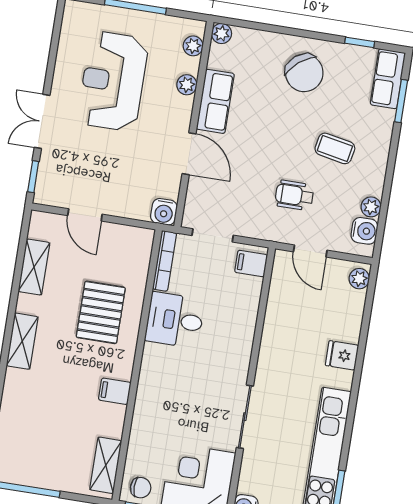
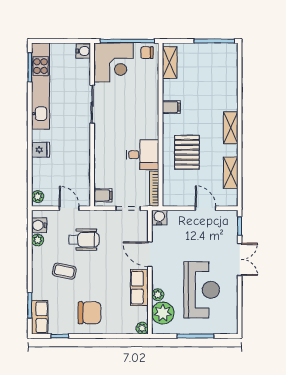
plant: (193, 46) -> (163, 313), width x1.88, depth x1.88
chair: (304, 73) -> (90, 313), turned 129
wheelchair: (294, 195) -> (84, 240), width x1.36, depth x1.37

